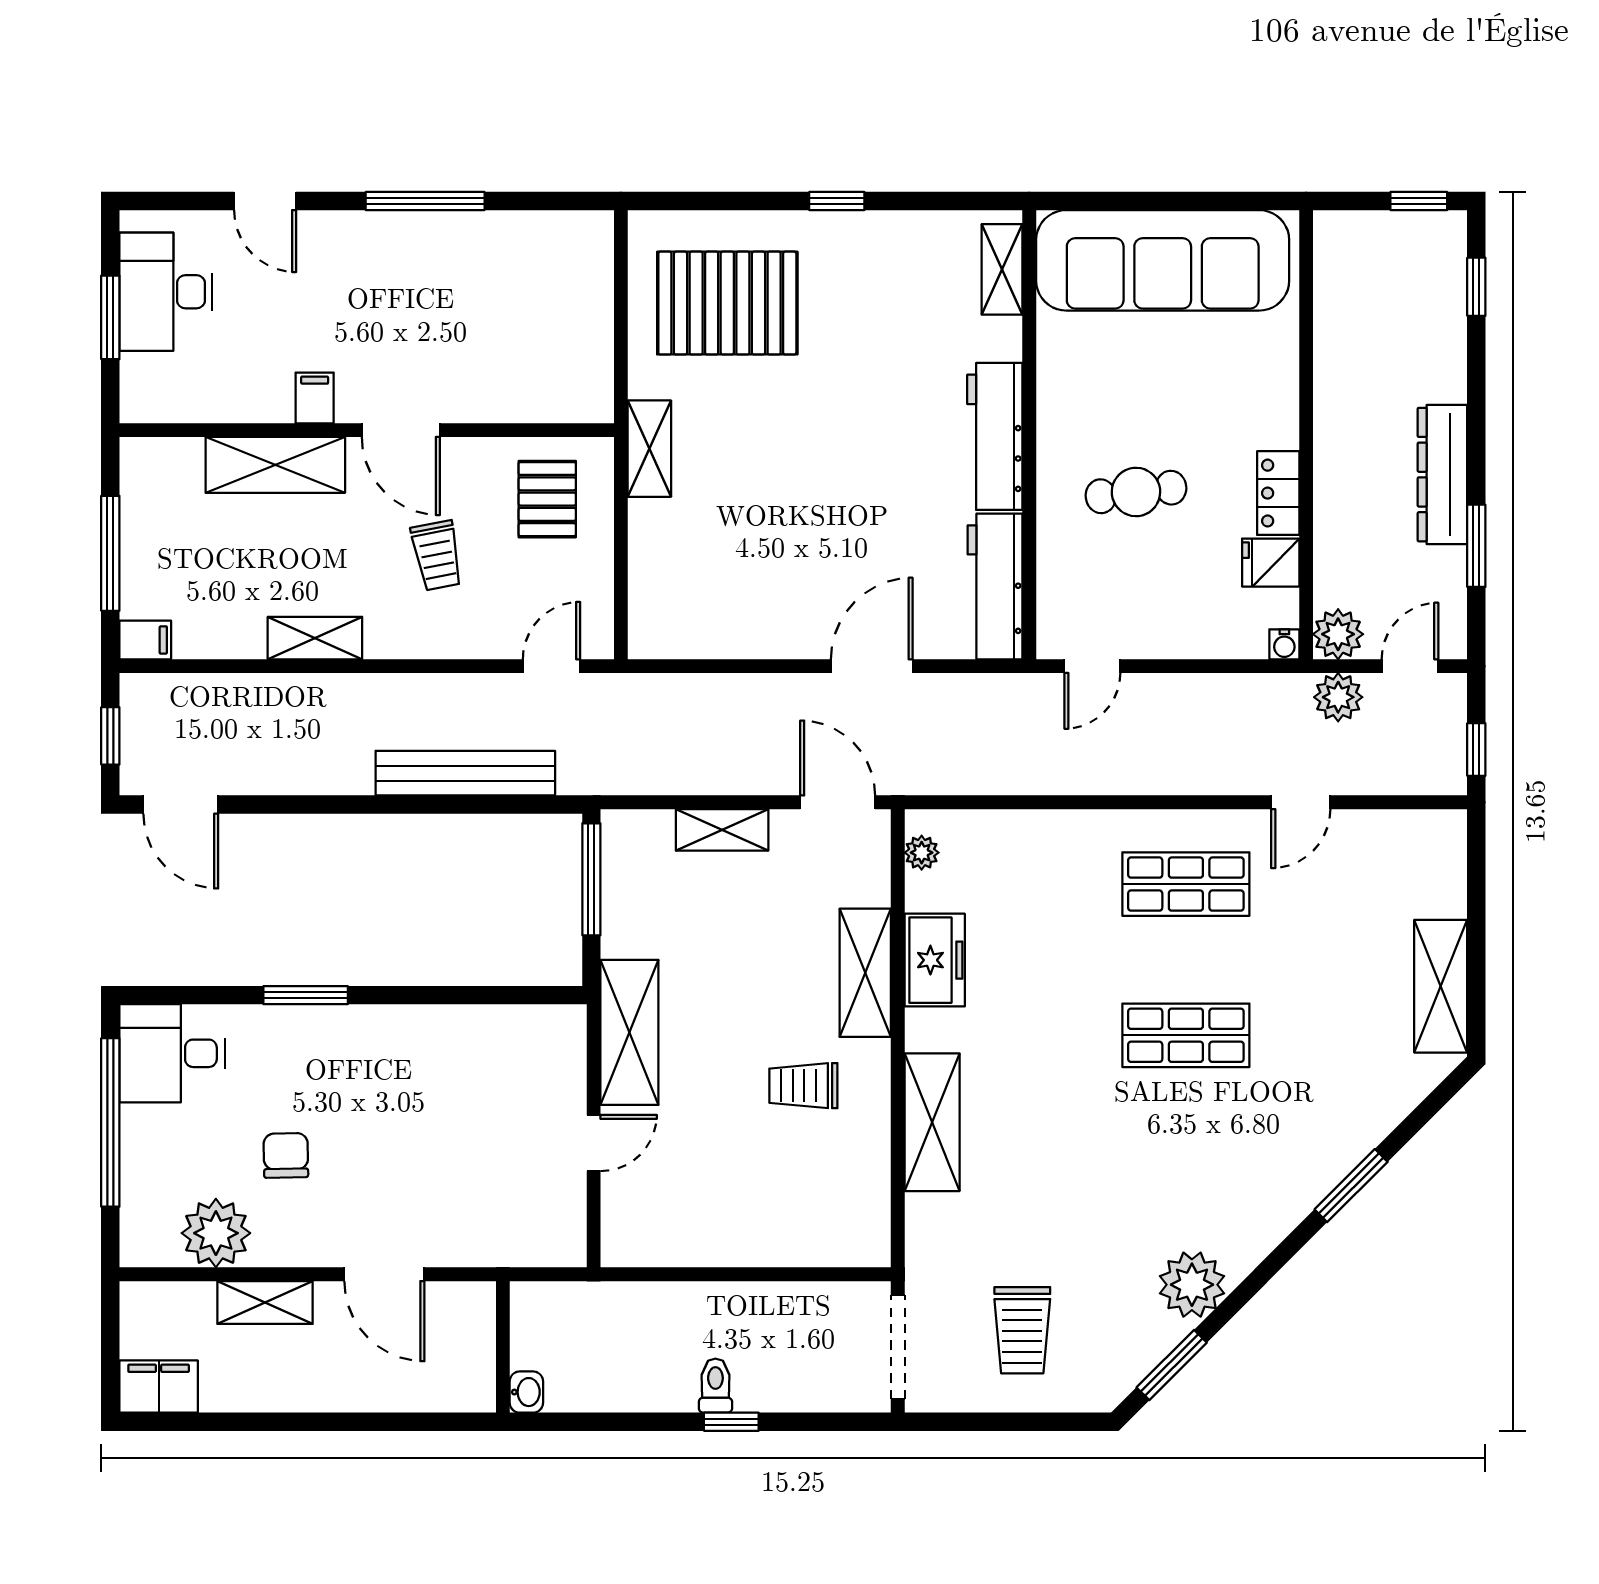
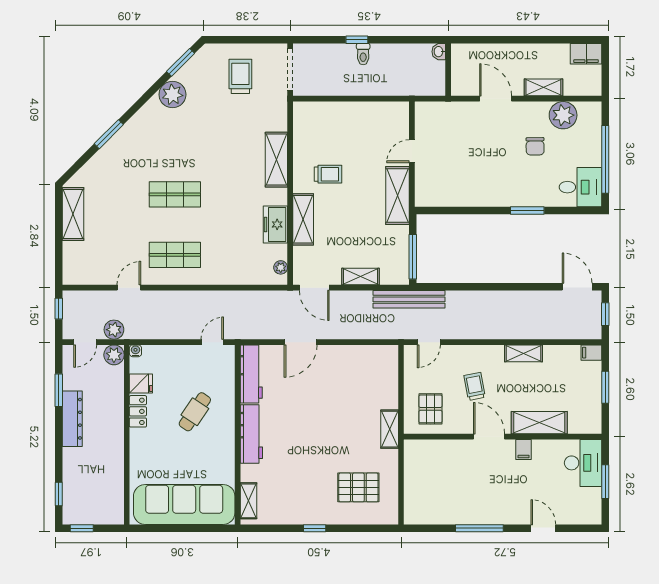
desk: (166, 292) -> (583, 463), moved
pallet: (727, 303) -> (358, 487), width x0.73, depth x0.71
cafe table: (1136, 492) -> (195, 412), turned -49
window: (110, 553) -> (605, 387), width x0.69
bench: (465, 773) -> (409, 299), moved

